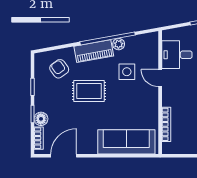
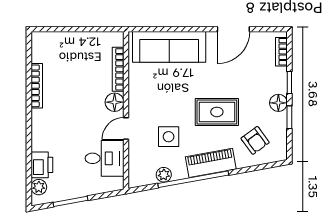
plant: (119, 44) -> (164, 175), moved
door: (160, 78) -> (126, 129), swing flipped
floor lamp: (169, 99) -> (115, 102), added
floor lamp: (41, 119) -> (278, 103), moved
door: (64, 156) -> (233, 29), moved

